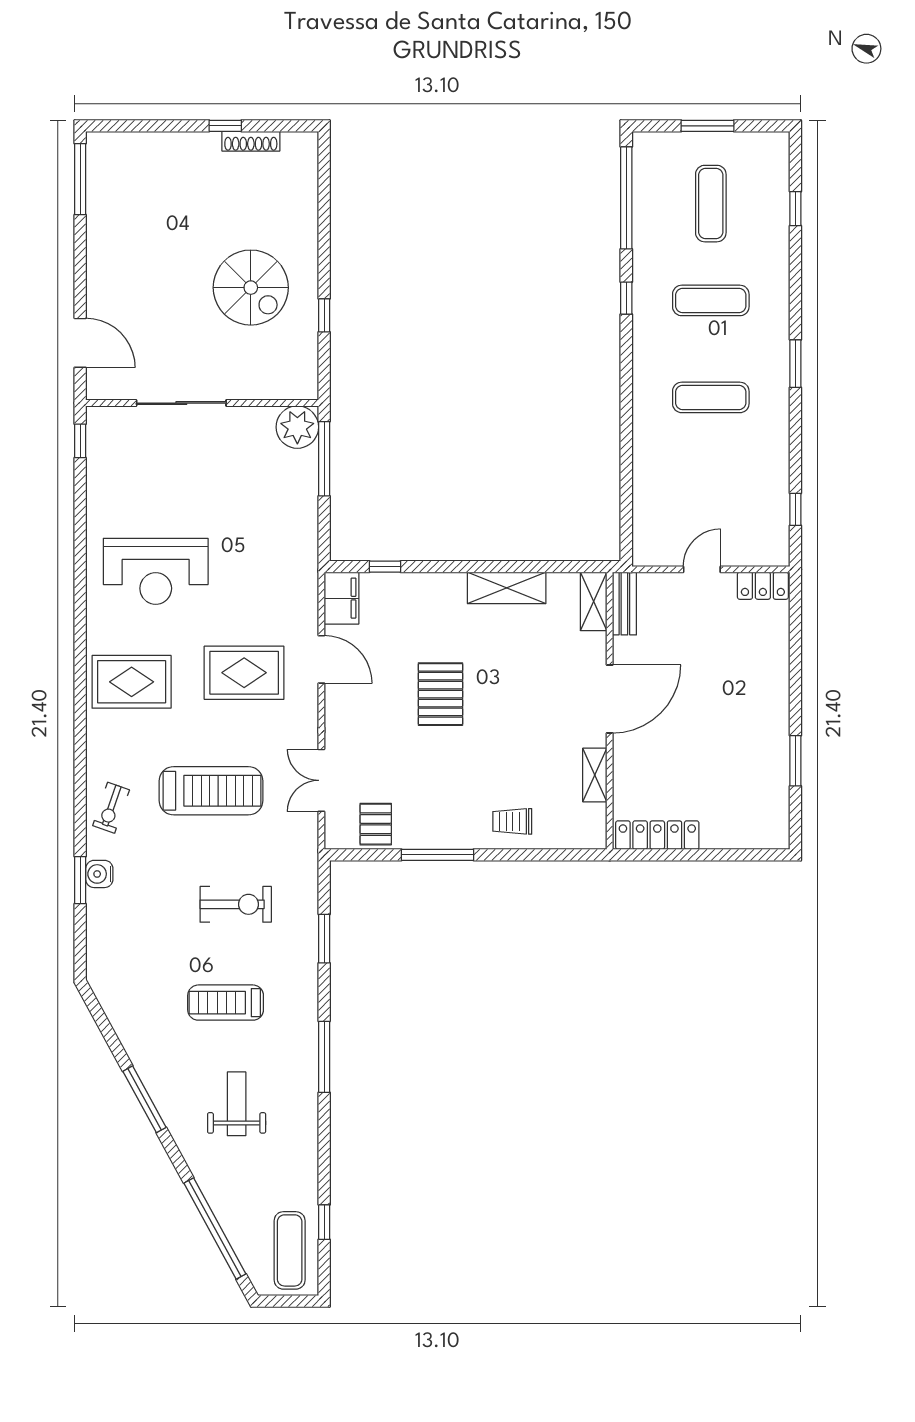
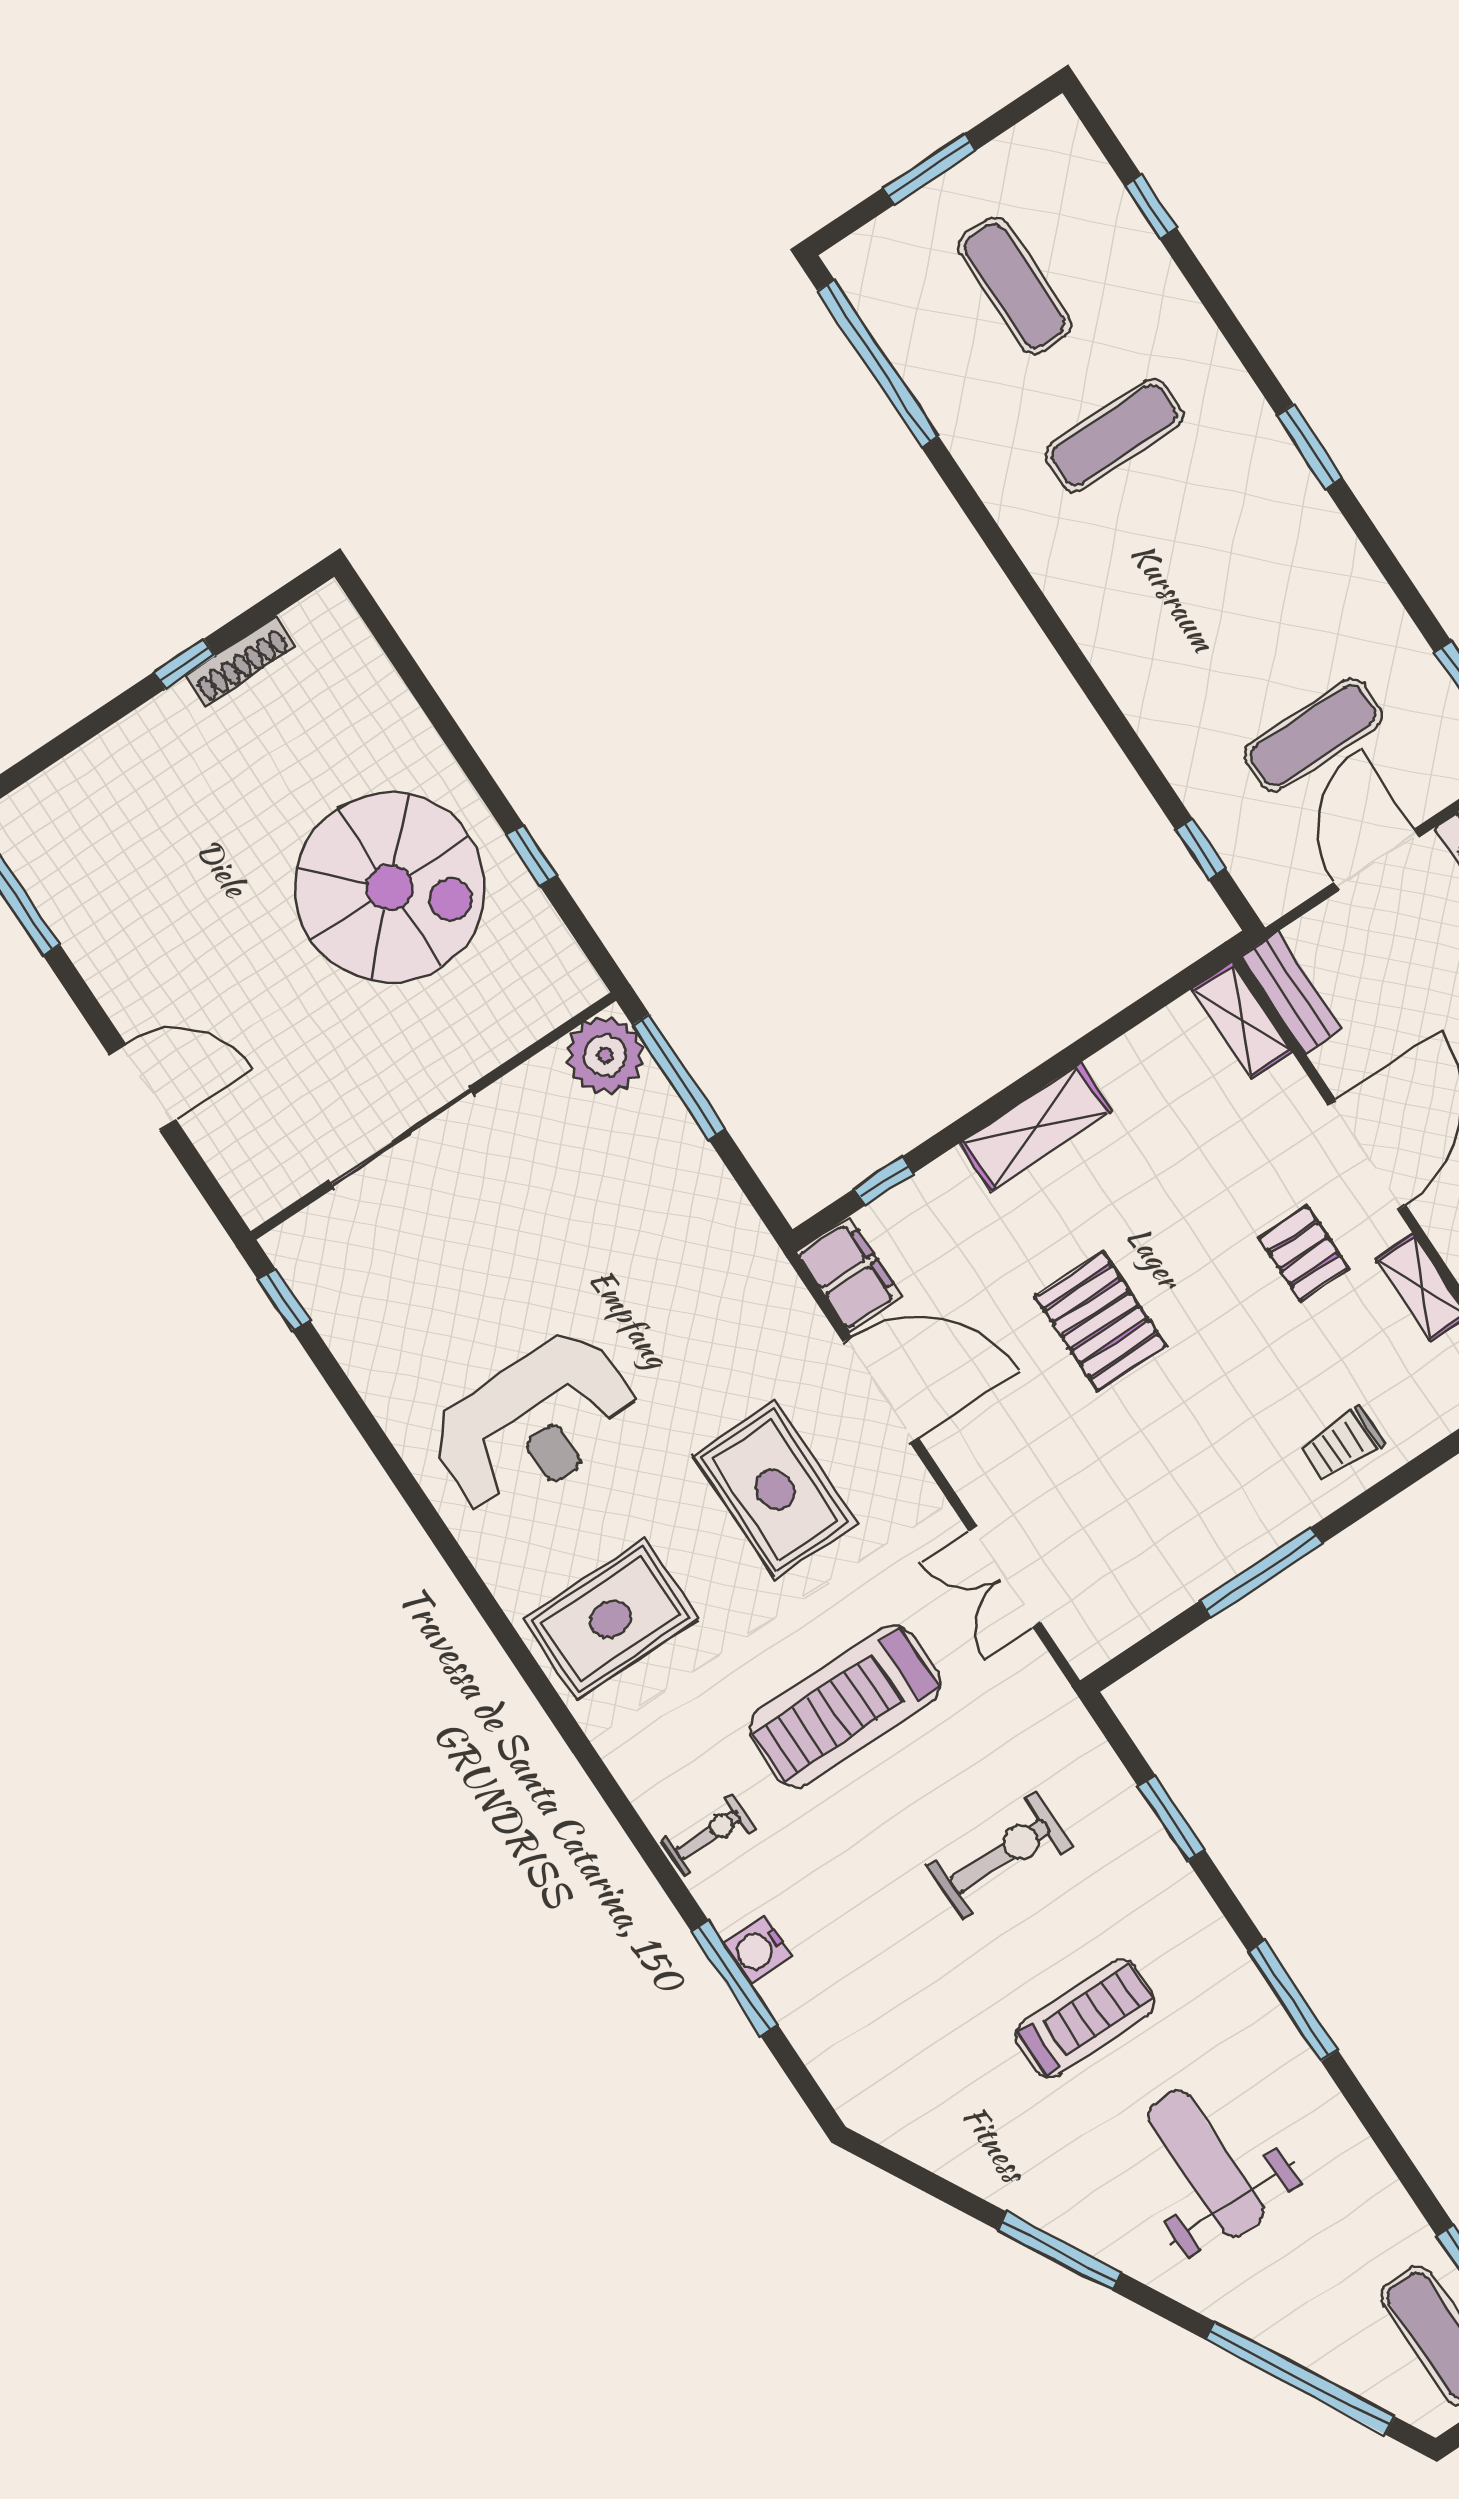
spiral stairs: (251, 288) -> (390, 888), width x1.37, depth x1.37
window: (626, 298) -> (1201, 849), moved
door: (80, 343) -> (143, 1087), moved
exercise mat: (711, 397) -> (1313, 735), moved
door: (702, 569) -> (1376, 860), width x1.38
shelving: (507, 588) -> (1036, 1127), moved
door: (321, 659) -> (881, 1390), width x1.36
rug: (244, 673) -> (775, 1490), turned 90
treadmill: (211, 791) -> (845, 1706), turned 180
exercise bike: (111, 808) -> (708, 1835), turned -109
pallet: (376, 824) -> (1304, 1253), moved
window: (80, 880) -> (735, 1978), width x1.44
treadmill: (226, 1003) -> (1085, 2018), turned 180
weight bench: (237, 1104) -> (1206, 2163), width x1.36, depth x1.33

